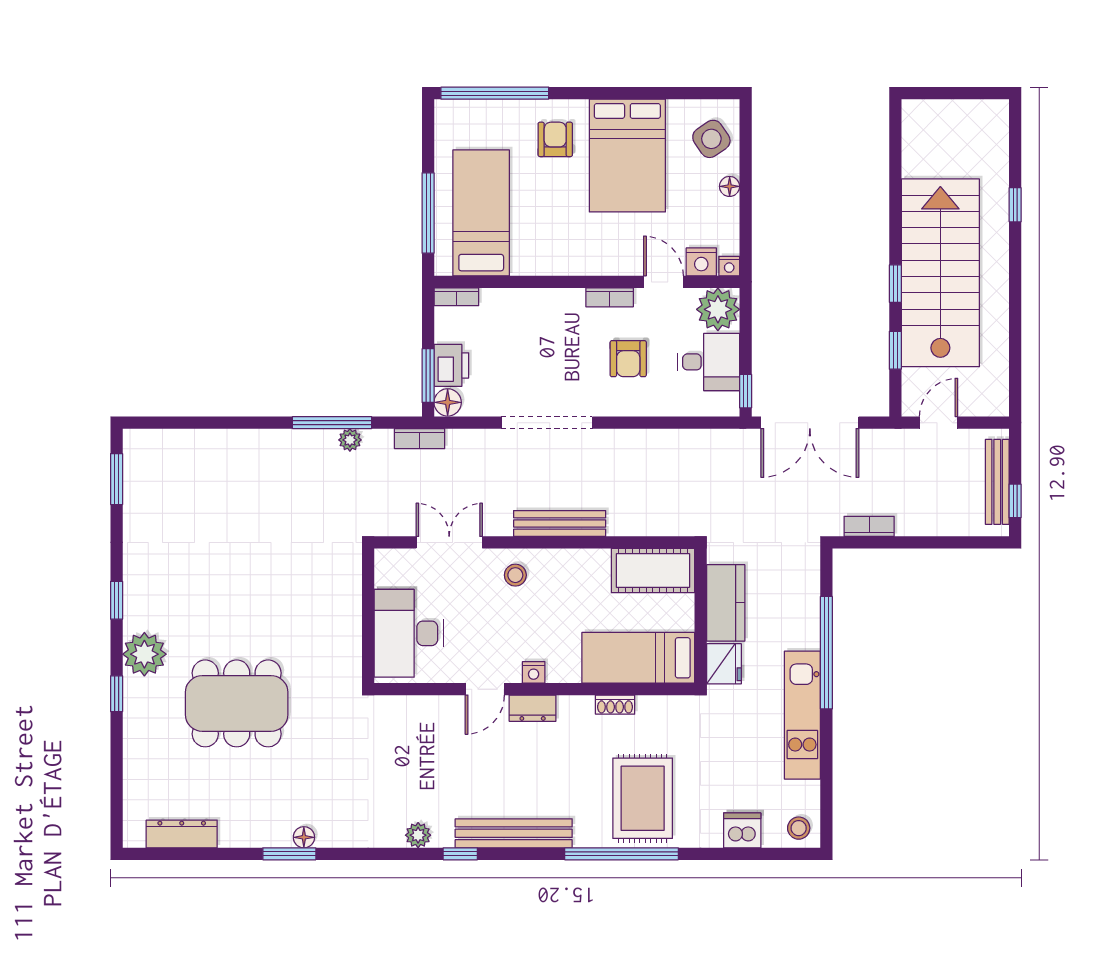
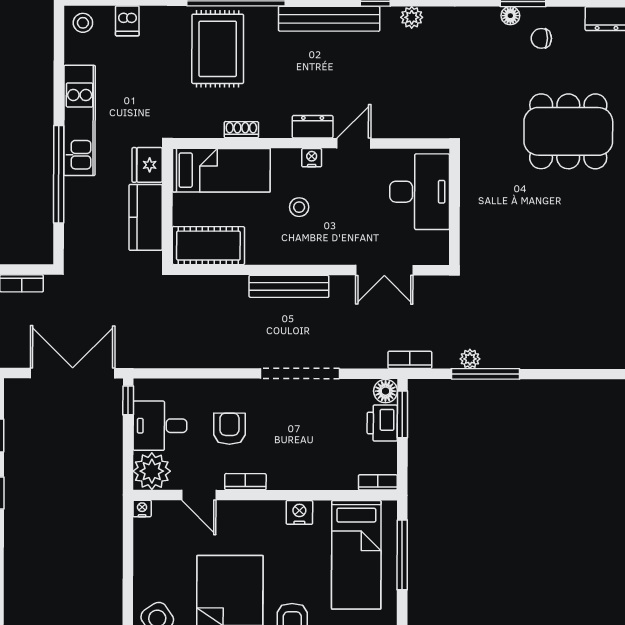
floor lamp: (730, 186) -> (142, 577), removed
nightstand: (701, 262) -> (299, 512), moved
stool: (515, 575) -> (299, 207), moved
chair: (268, 811) -> (541, 38), added
dishwasher: (742, 830) -> (127, 21), width x0.73

